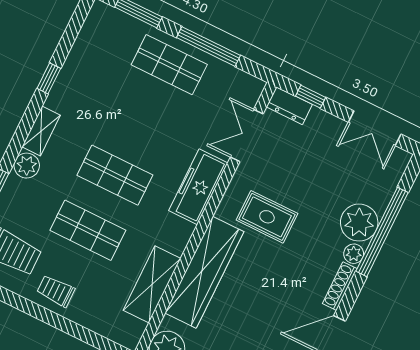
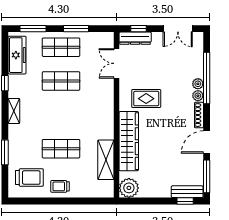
window: (208, 46) -> (76, 29), width x0.69
dresser: (289, 106) -> (135, 38), width x1.44
plant: (27, 166) -> (15, 132), removed
shop shelf: (115, 175) -> (61, 81), moved
freezer: (198, 187) -> (17, 55), moved, turned 180
plant: (359, 223) -> (198, 84), width x0.53, depth x0.53

